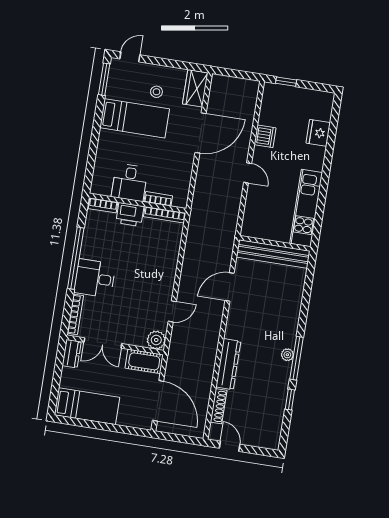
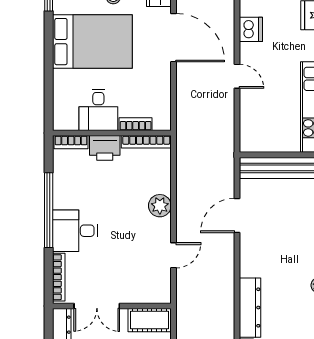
bed: (135, 118) -> (92, 42), width x1.50
door: (200, 133) -> (173, 38), hinge flipped
plant: (156, 340) -> (160, 206), moved

